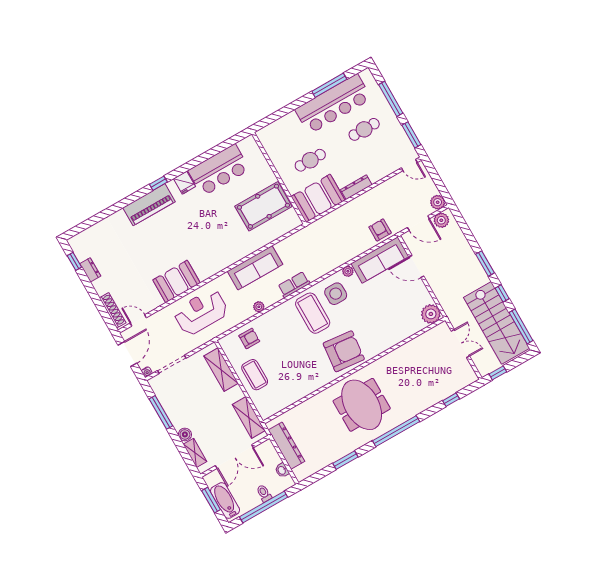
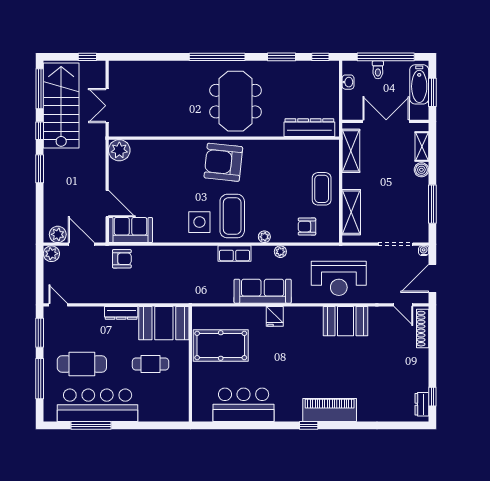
cafe table: (364, 129) -> (82, 364), width x1.37, depth x1.35
fridge: (184, 183) -> (275, 316), moved, turned 180
armchair: (380, 230) -> (122, 259), turned -90
sofa: (380, 260) -> (131, 230), width x0.73
dresser: (90, 270) -> (422, 404), moved
plant: (348, 271) -> (264, 237), moved
window: (451, 400) -> (320, 57), moved
dresser: (287, 446) -> (309, 128), moved, turned 90

